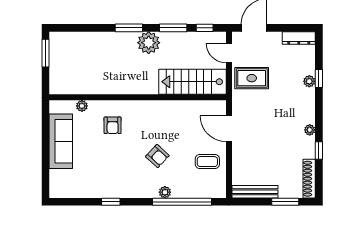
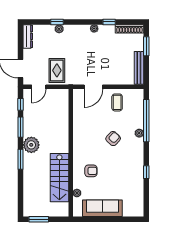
stairs: (192, 82) -> (59, 178), moved

